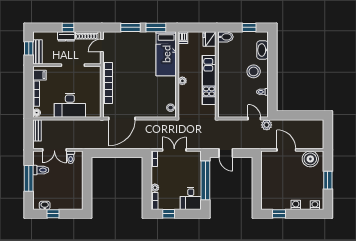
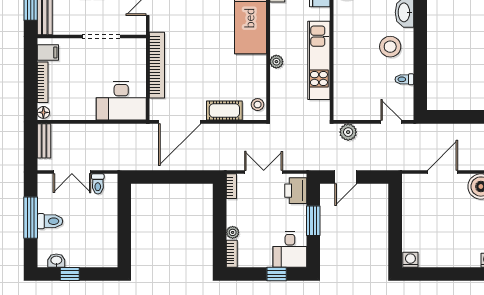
desk: (70, 105) -> (121, 101), moved
cot: (150, 111) -> (224, 111), added
plant: (267, 125) -> (348, 132), moved
door: (286, 150) -> (443, 172), hinge flipped
door: (226, 153) -> (346, 177), hinge flipped
printer: (194, 161) -> (296, 191), added
toilet: (41, 170) -> (50, 221), moved
window: (205, 180) -> (313, 221), width x0.47
washing machine: (296, 205) -> (410, 260), moved
window: (169, 214) -> (277, 274), moved
window: (279, 214) -> (431, 274), removed

